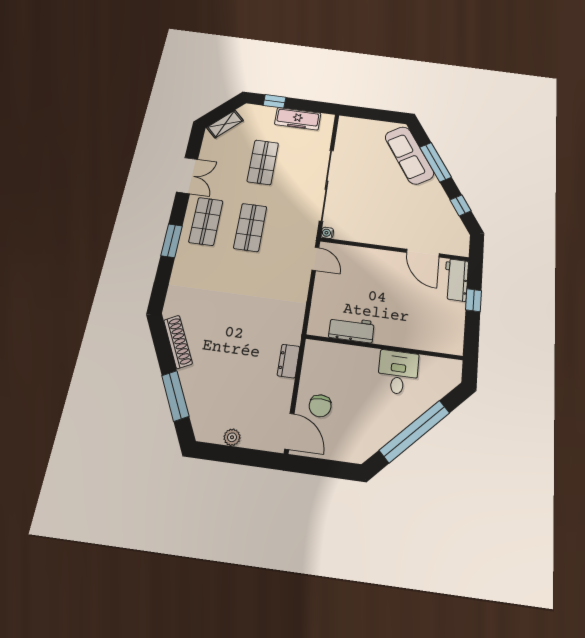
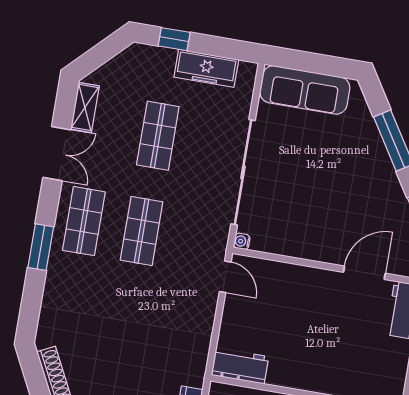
shelving: (225, 124) -> (85, 107), moved, turned -45
sofa: (409, 155) -> (305, 90), moved, turned -58
door: (423, 253) -> (364, 273), swing flipped
workbench: (351, 329) -> (240, 366), moved

